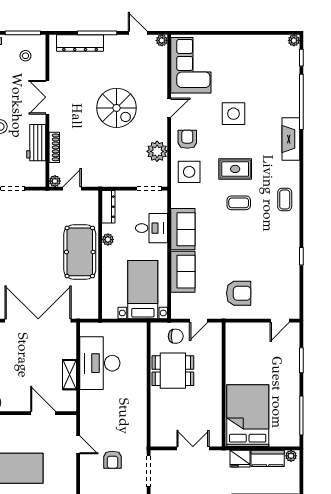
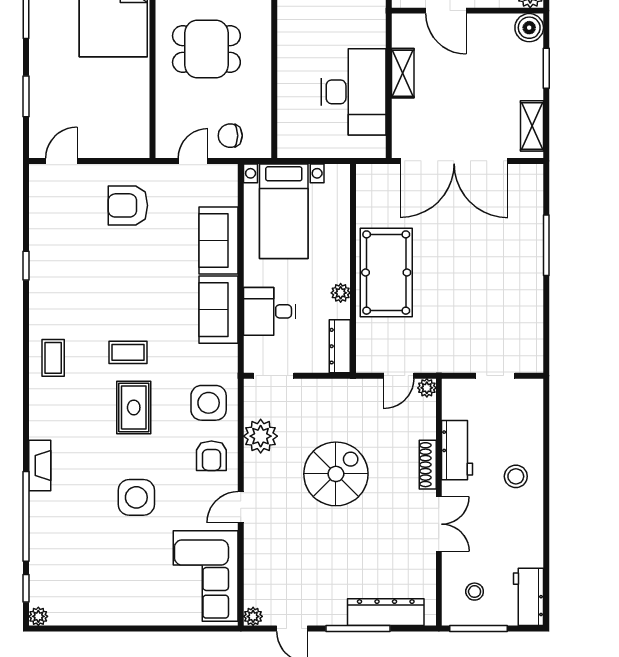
spiral stairs: (117, 108) -> (336, 474), moved, turned 90
fireplace: (291, 139) -> (40, 465), width x0.73, depth x0.76
shoe rack: (54, 147) -> (428, 465), moved
rug: (235, 169) -> (134, 407), turned 90
dining table: (173, 371) -> (206, 49), moved

